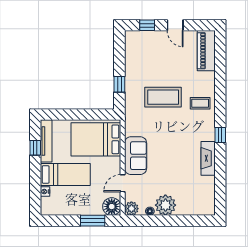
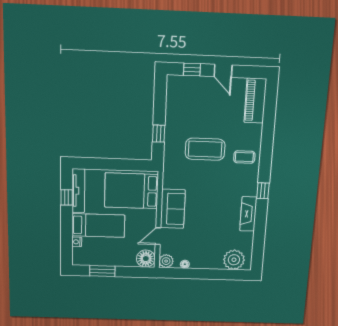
plant: (165, 205) -> (234, 260), moved
window: (93, 221) -> (102, 271), moved

